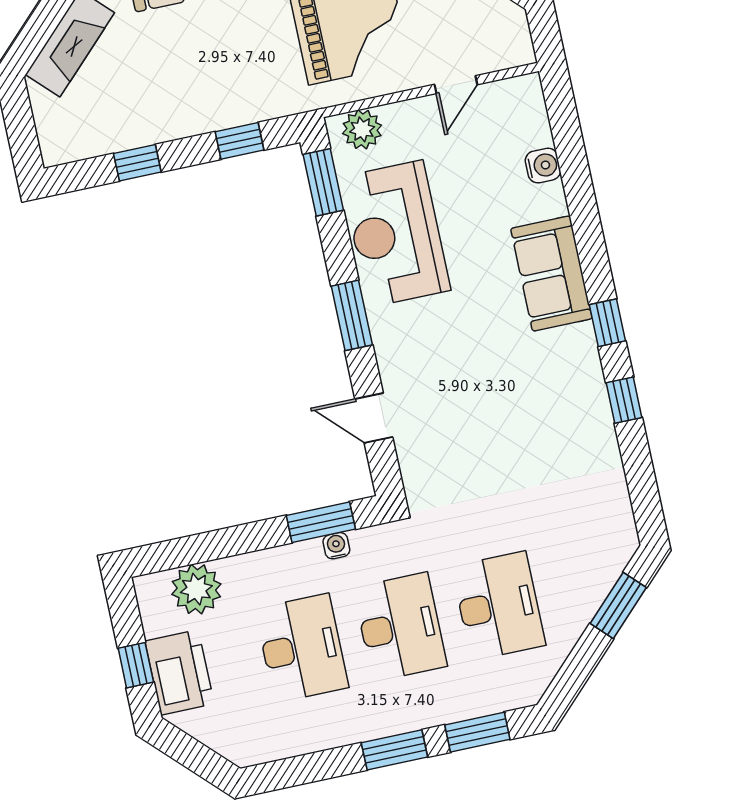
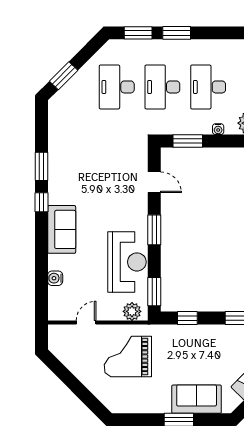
window: (624, 400) -> (41, 166), width x1.50
water cooler: (336, 546) -> (218, 129), moved

